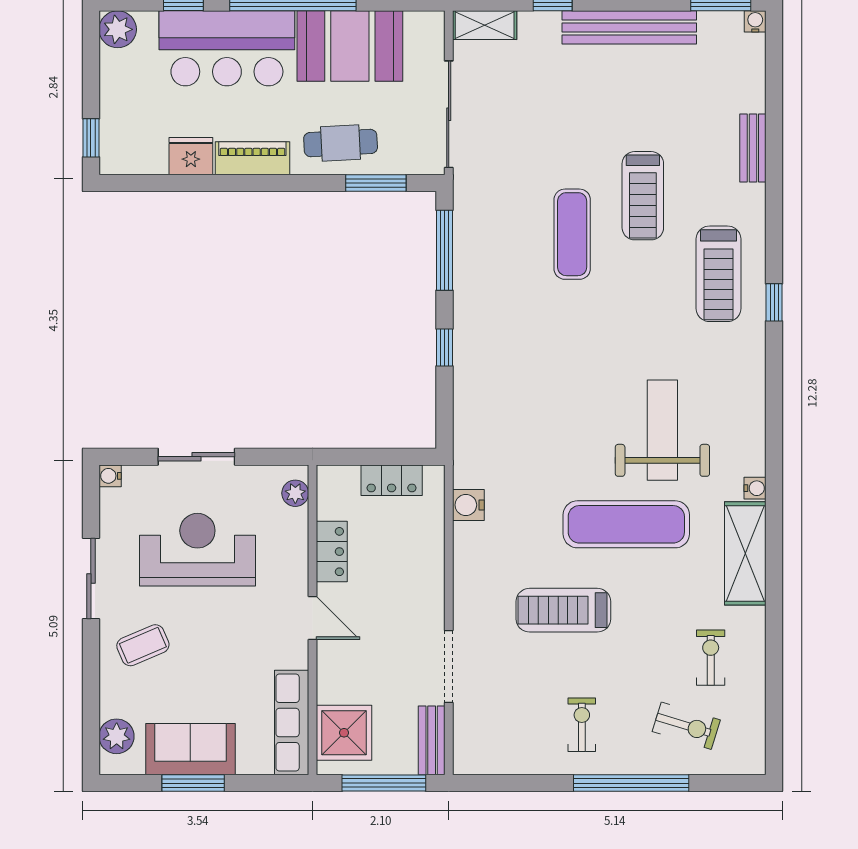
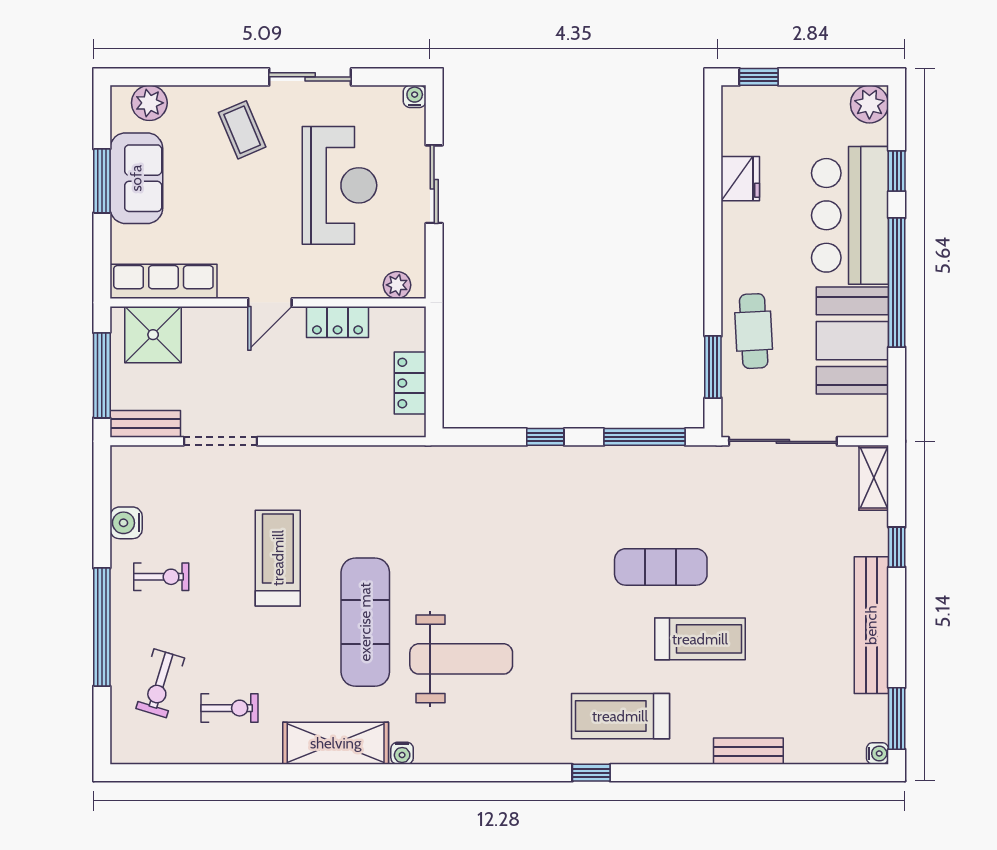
piano: (252, 158) -> (738, 241), removed
treadmill: (643, 196) -> (700, 639), turned 180
water cooler: (468, 505) -> (126, 523), moved, turned -90

